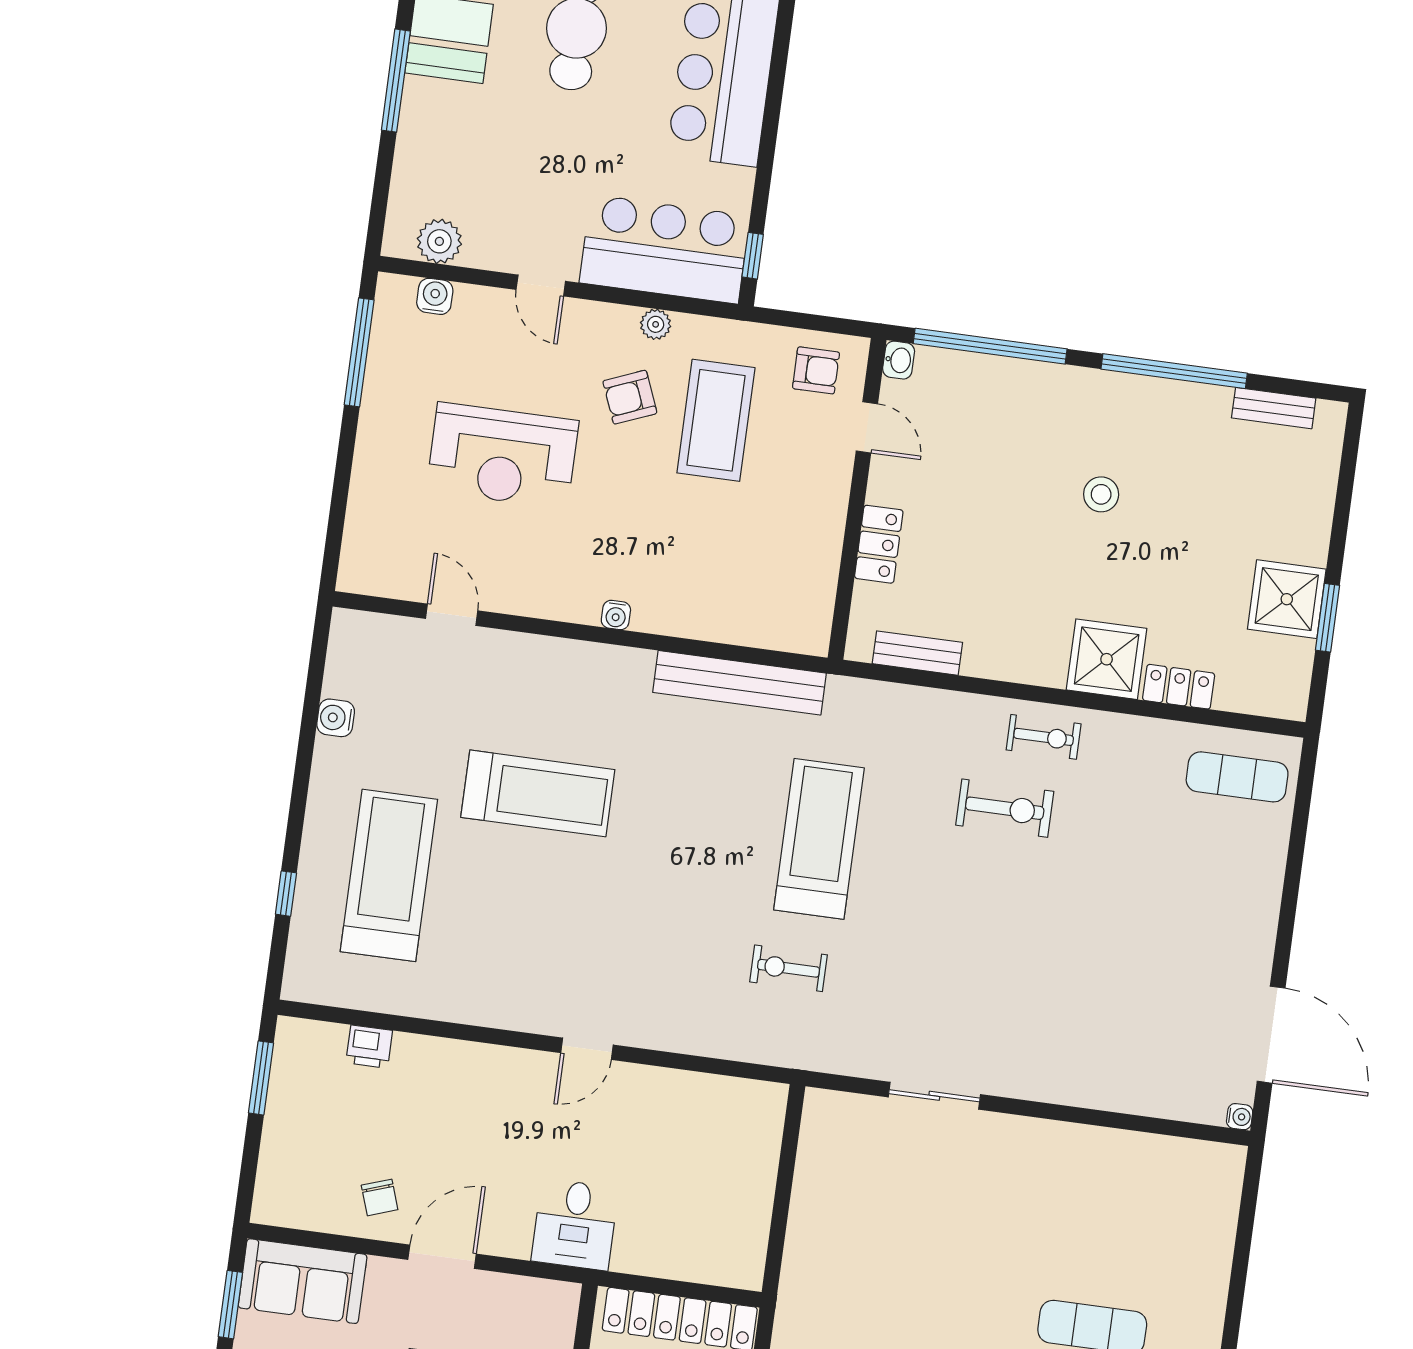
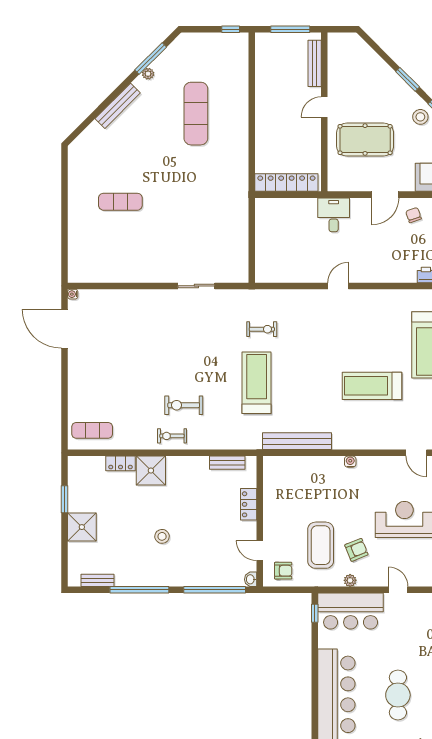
armchair: (816, 370) -> (283, 571), turned 180
shower: (1287, 599) -> (82, 527), moved
treadmill: (819, 839) -> (257, 383), turned 180

